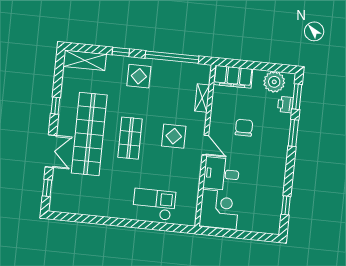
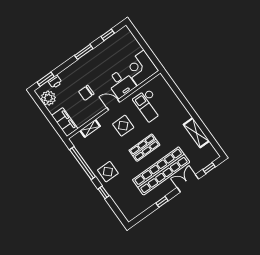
shelving: (85, 60) -> (196, 133), moved
window: (293, 133) -> (84, 52), moved
door: (205, 145) -> (113, 105), hinge flipped
checkout: (154, 204) -> (149, 105), moved

